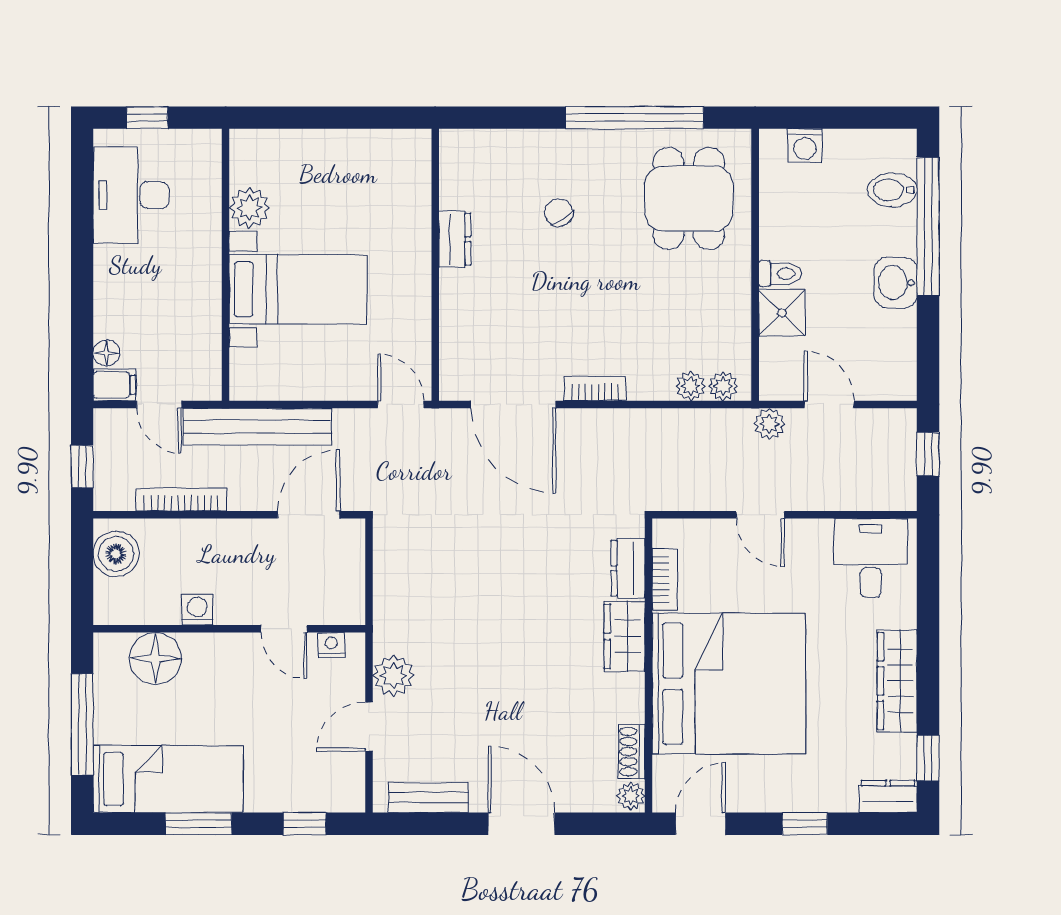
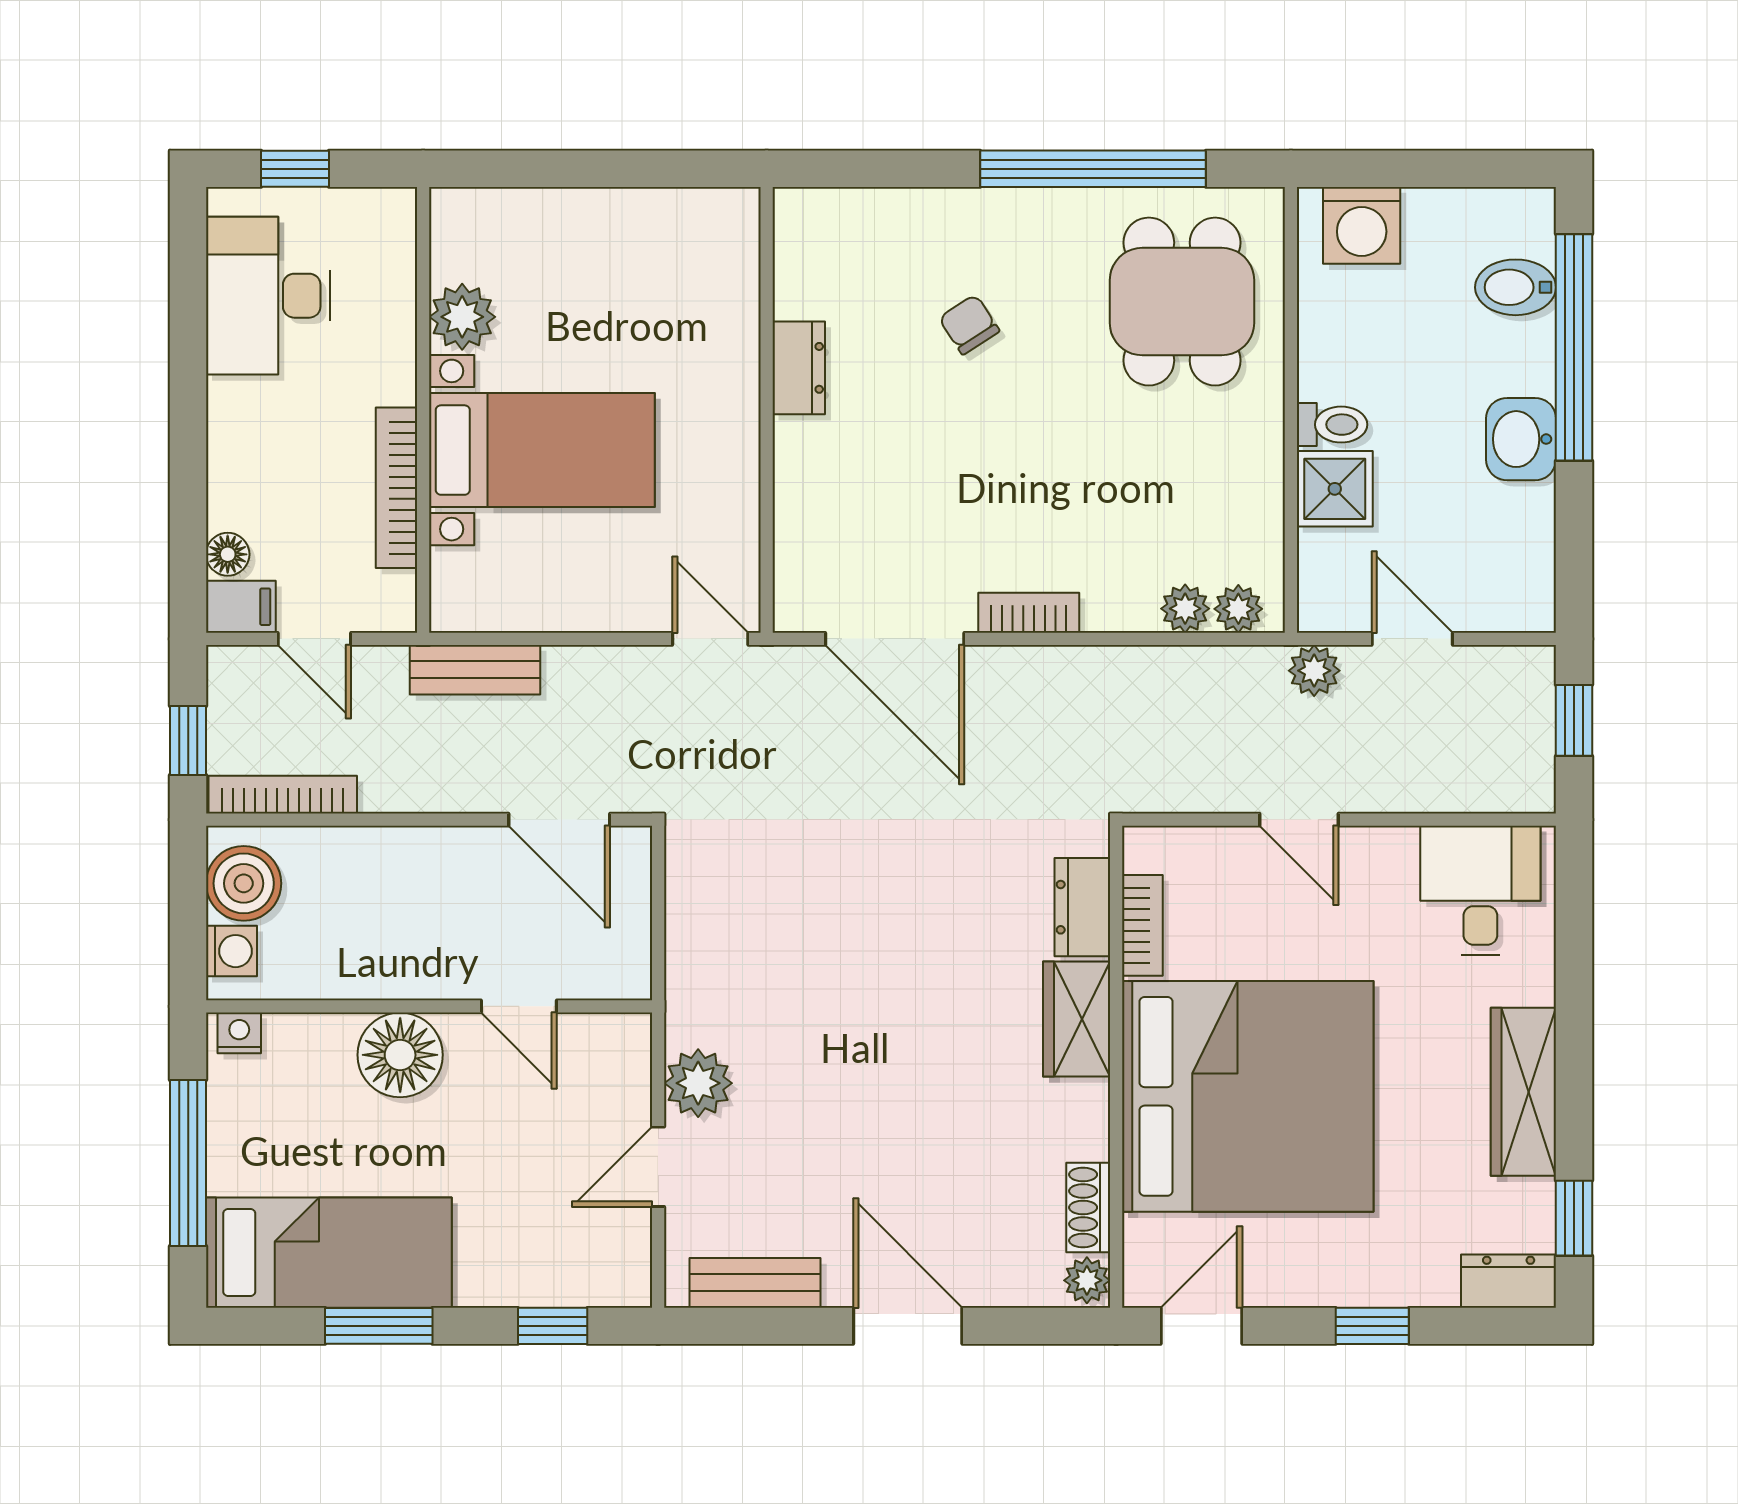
washing machine: (805, 146) -> (1362, 225), width x1.38, depth x1.38
bookcase: (209, 312) -> (396, 488), added
bench: (257, 427) -> (475, 670), width x0.54, depth x0.82
bookcase: (181, 500) -> (283, 795), moved
door: (309, 515) -> (559, 820), swing flipped
washing machine: (197, 610) -> (231, 951), moved, turned 90
nightstand: (331, 645) -> (239, 1033), moved
floor lamp: (155, 658) -> (400, 1055), moved

